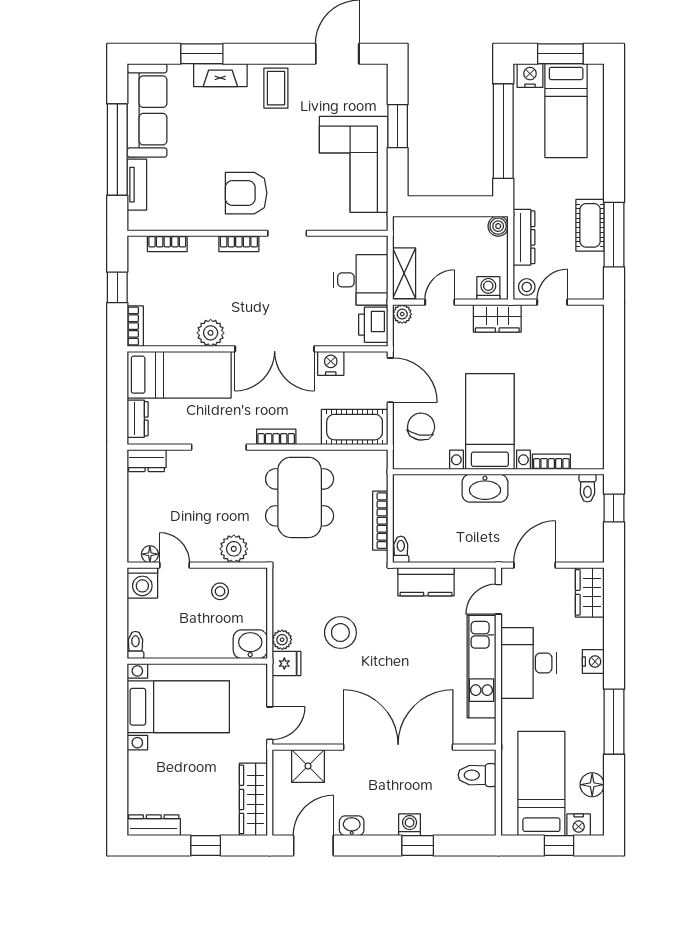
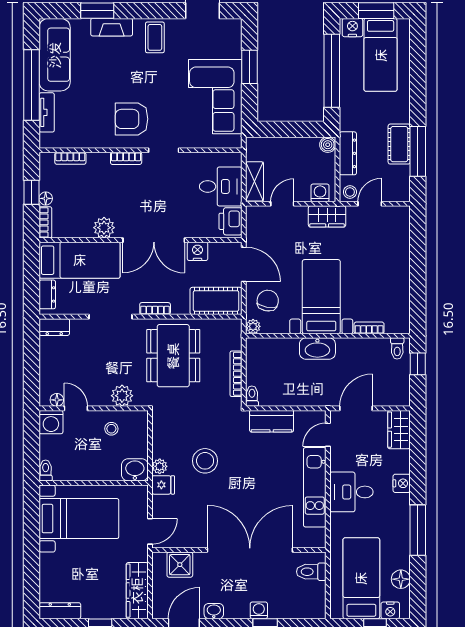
floor lamp: (136, 295) -> (46, 198), added
plant: (402, 314) -> (253, 326), moved
desk: (529, 663) -> (351, 492), width x0.73

